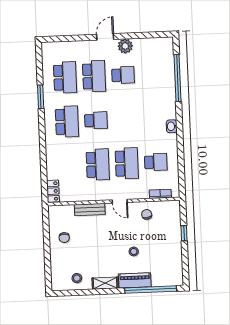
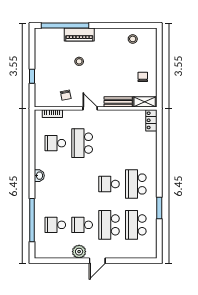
school desk: (98, 164) -> (55, 225), moved, width x0.54
shelving: (105, 283) -> (145, 102), moved

